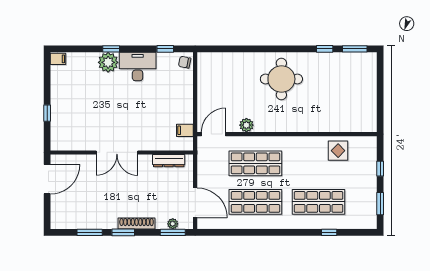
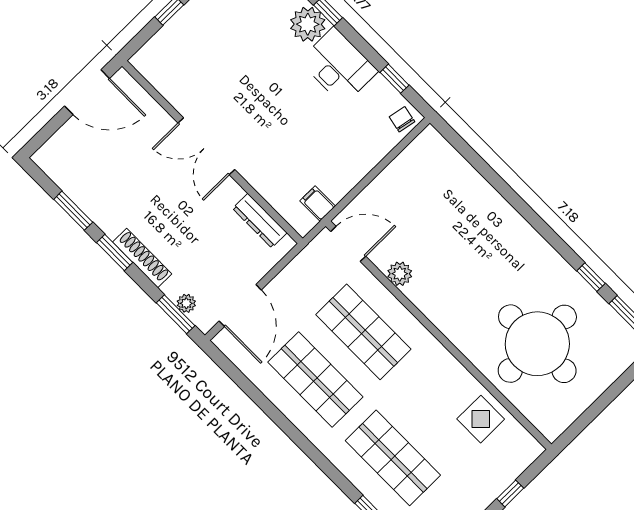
round table: (281, 79) -> (537, 344), moved, width x1.36, depth x1.36

